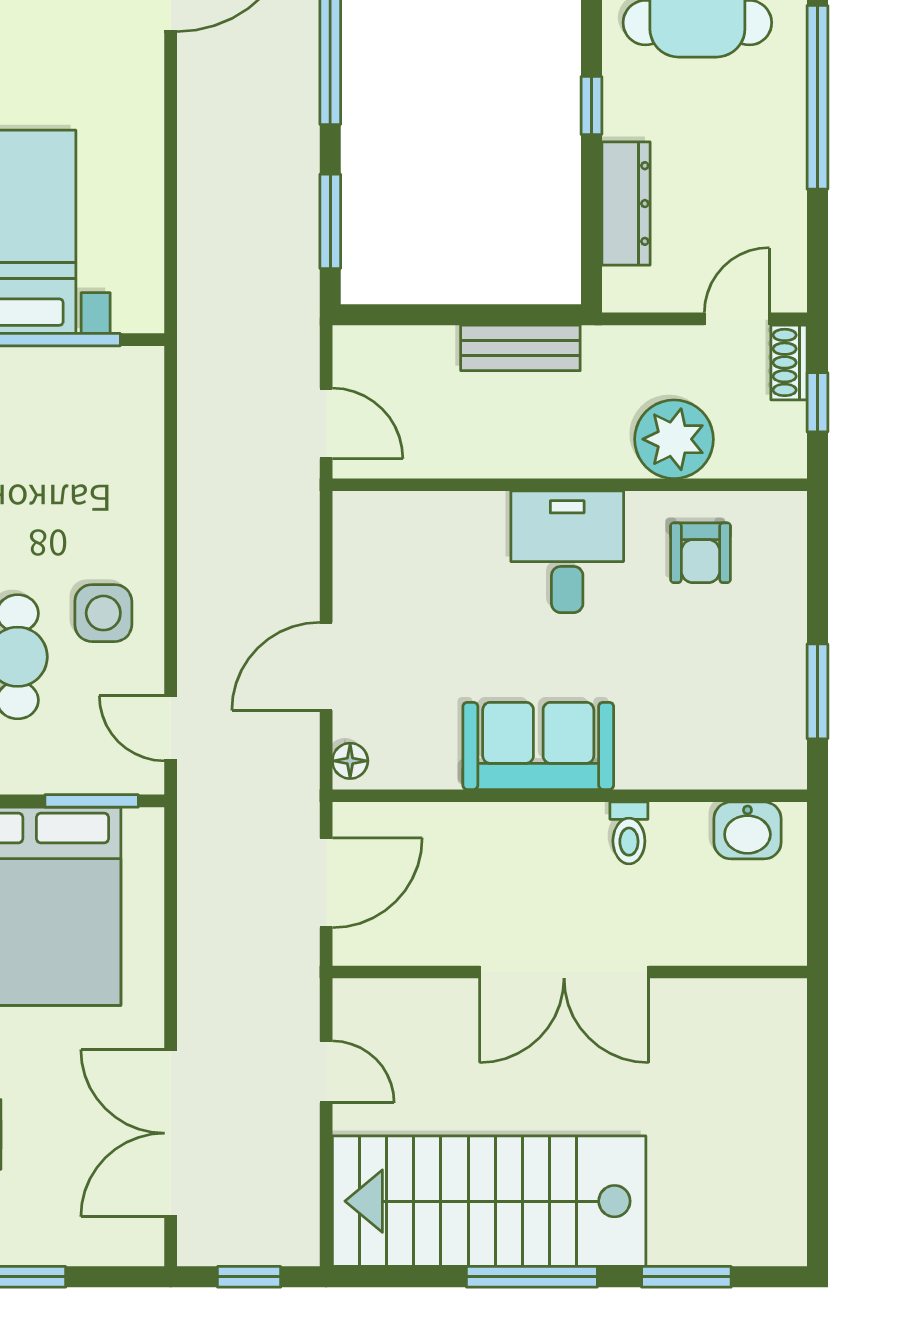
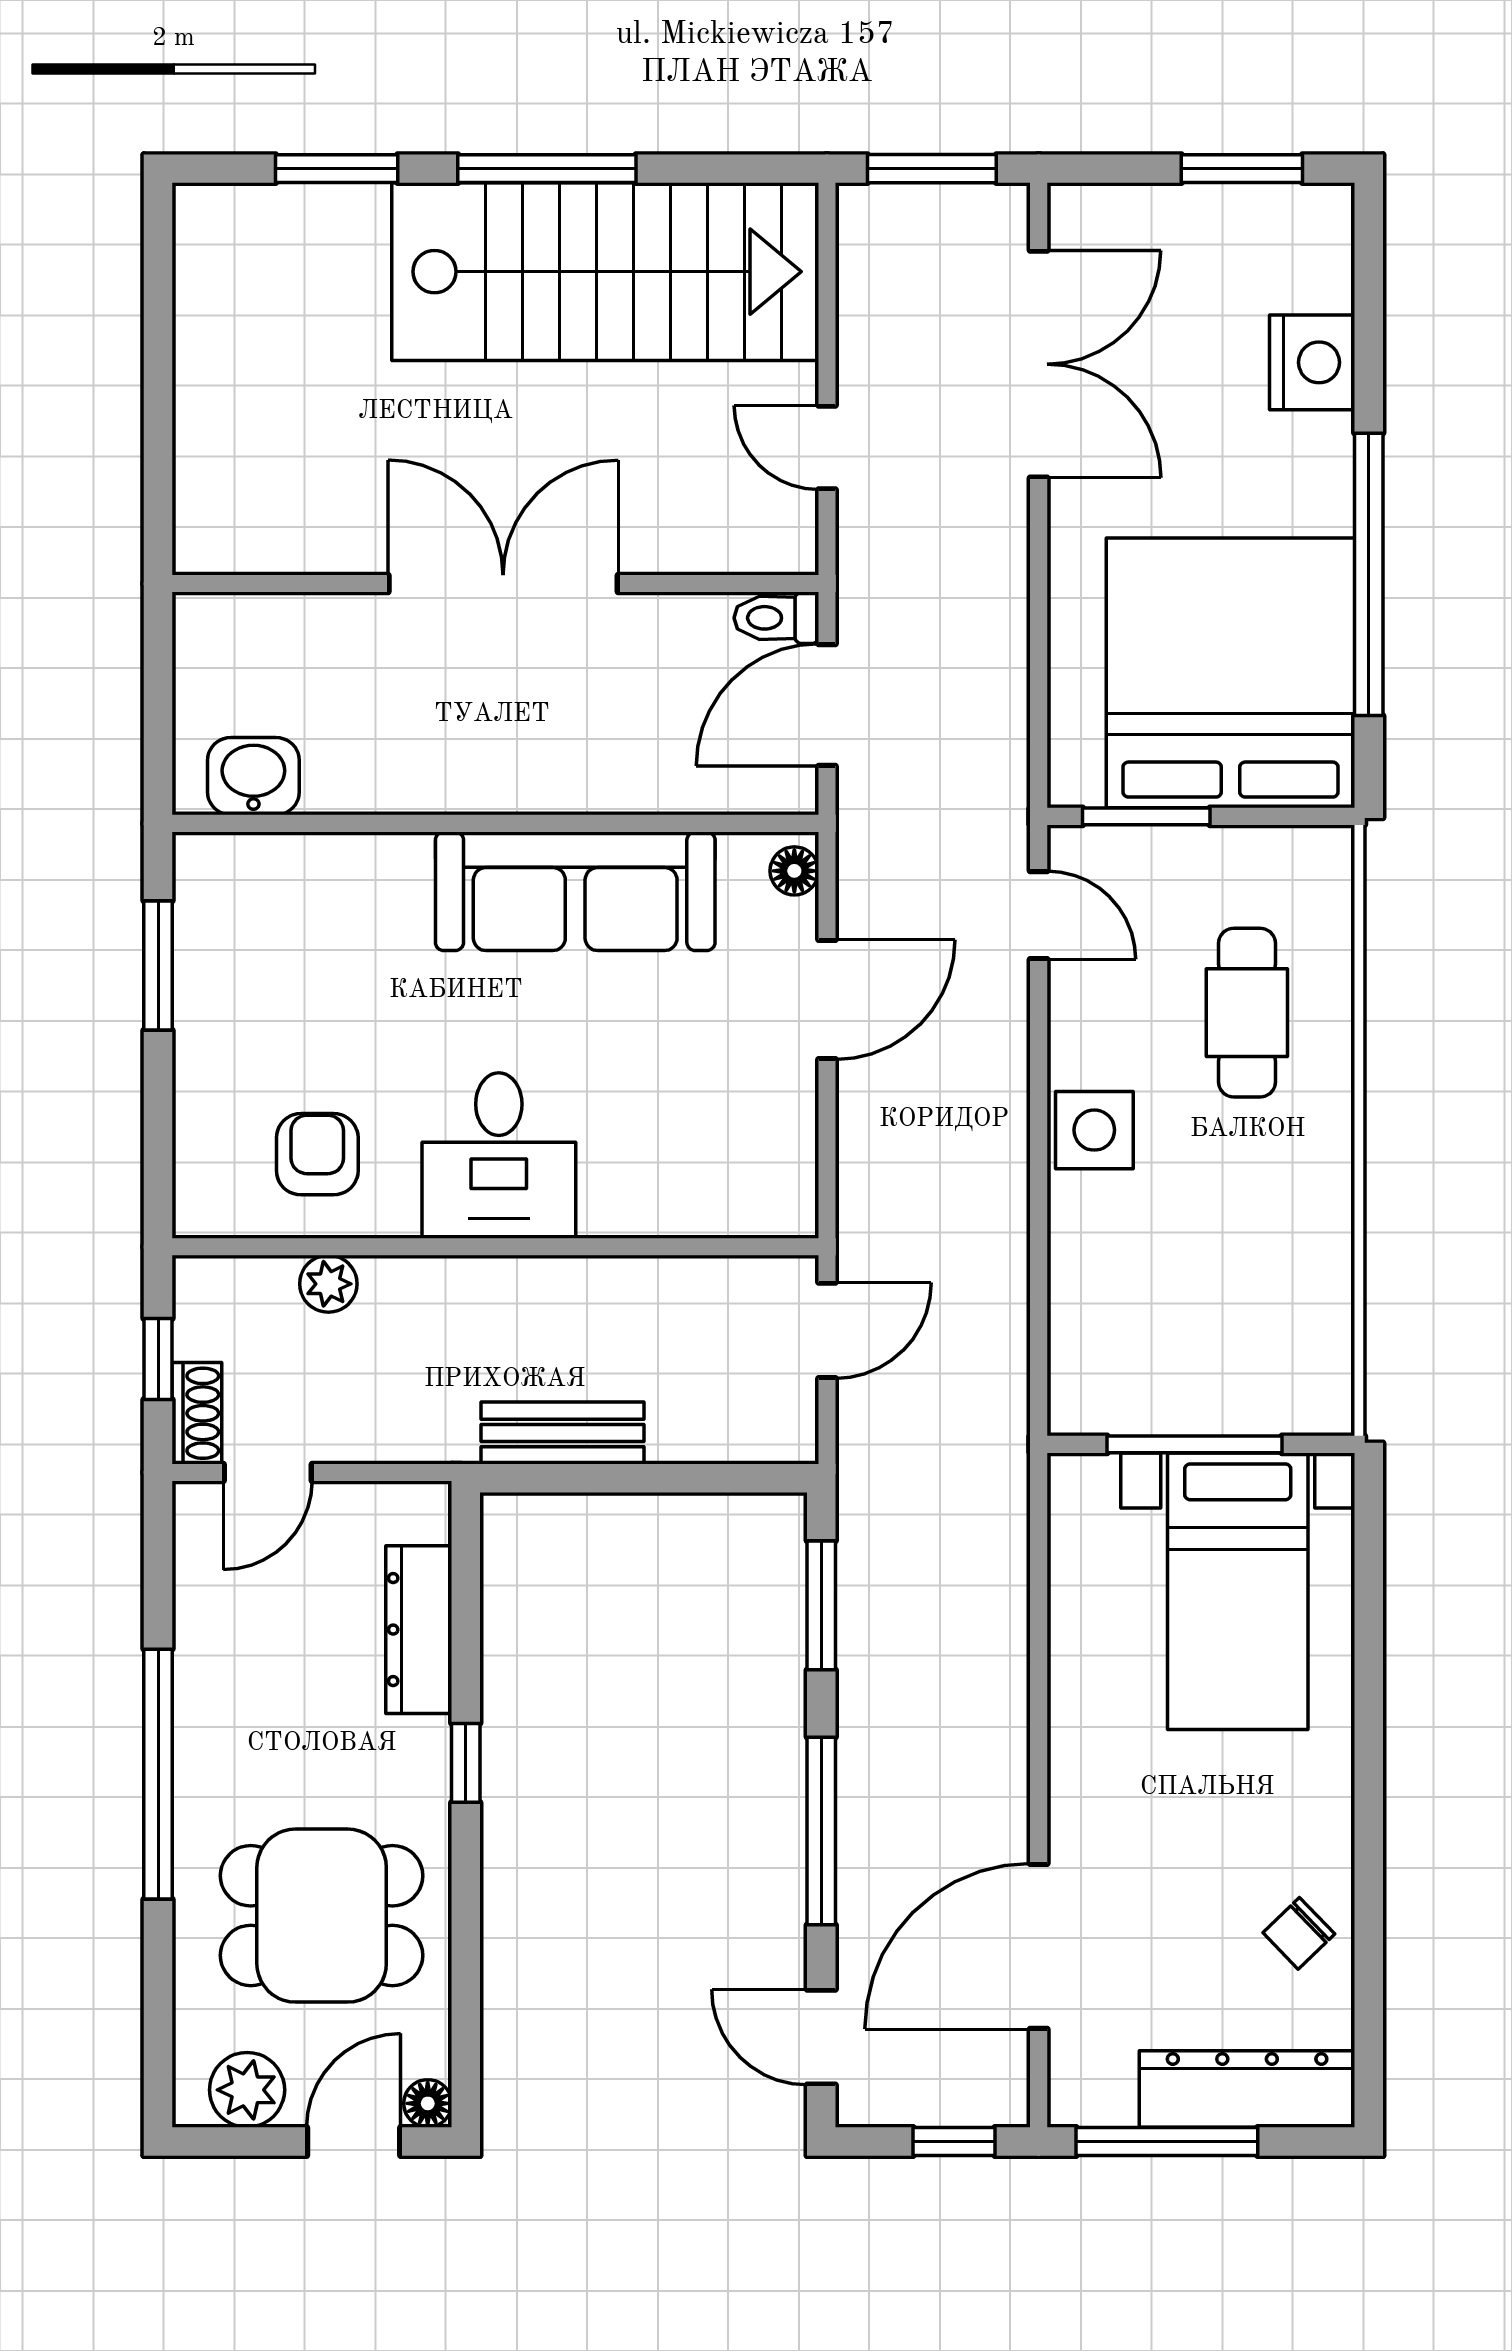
door: (326, 423) -> (827, 1330), swing flipped
plant: (674, 439) -> (328, 1284), width x0.53, depth x0.53
side table: (103, 613) -> (1094, 1130), moved
sofa: (538, 746) -> (575, 891), width x1.36
toilet: (629, 833) -> (776, 618), moved, turned -90
window: (249, 1277) -> (932, 169), width x1.50

